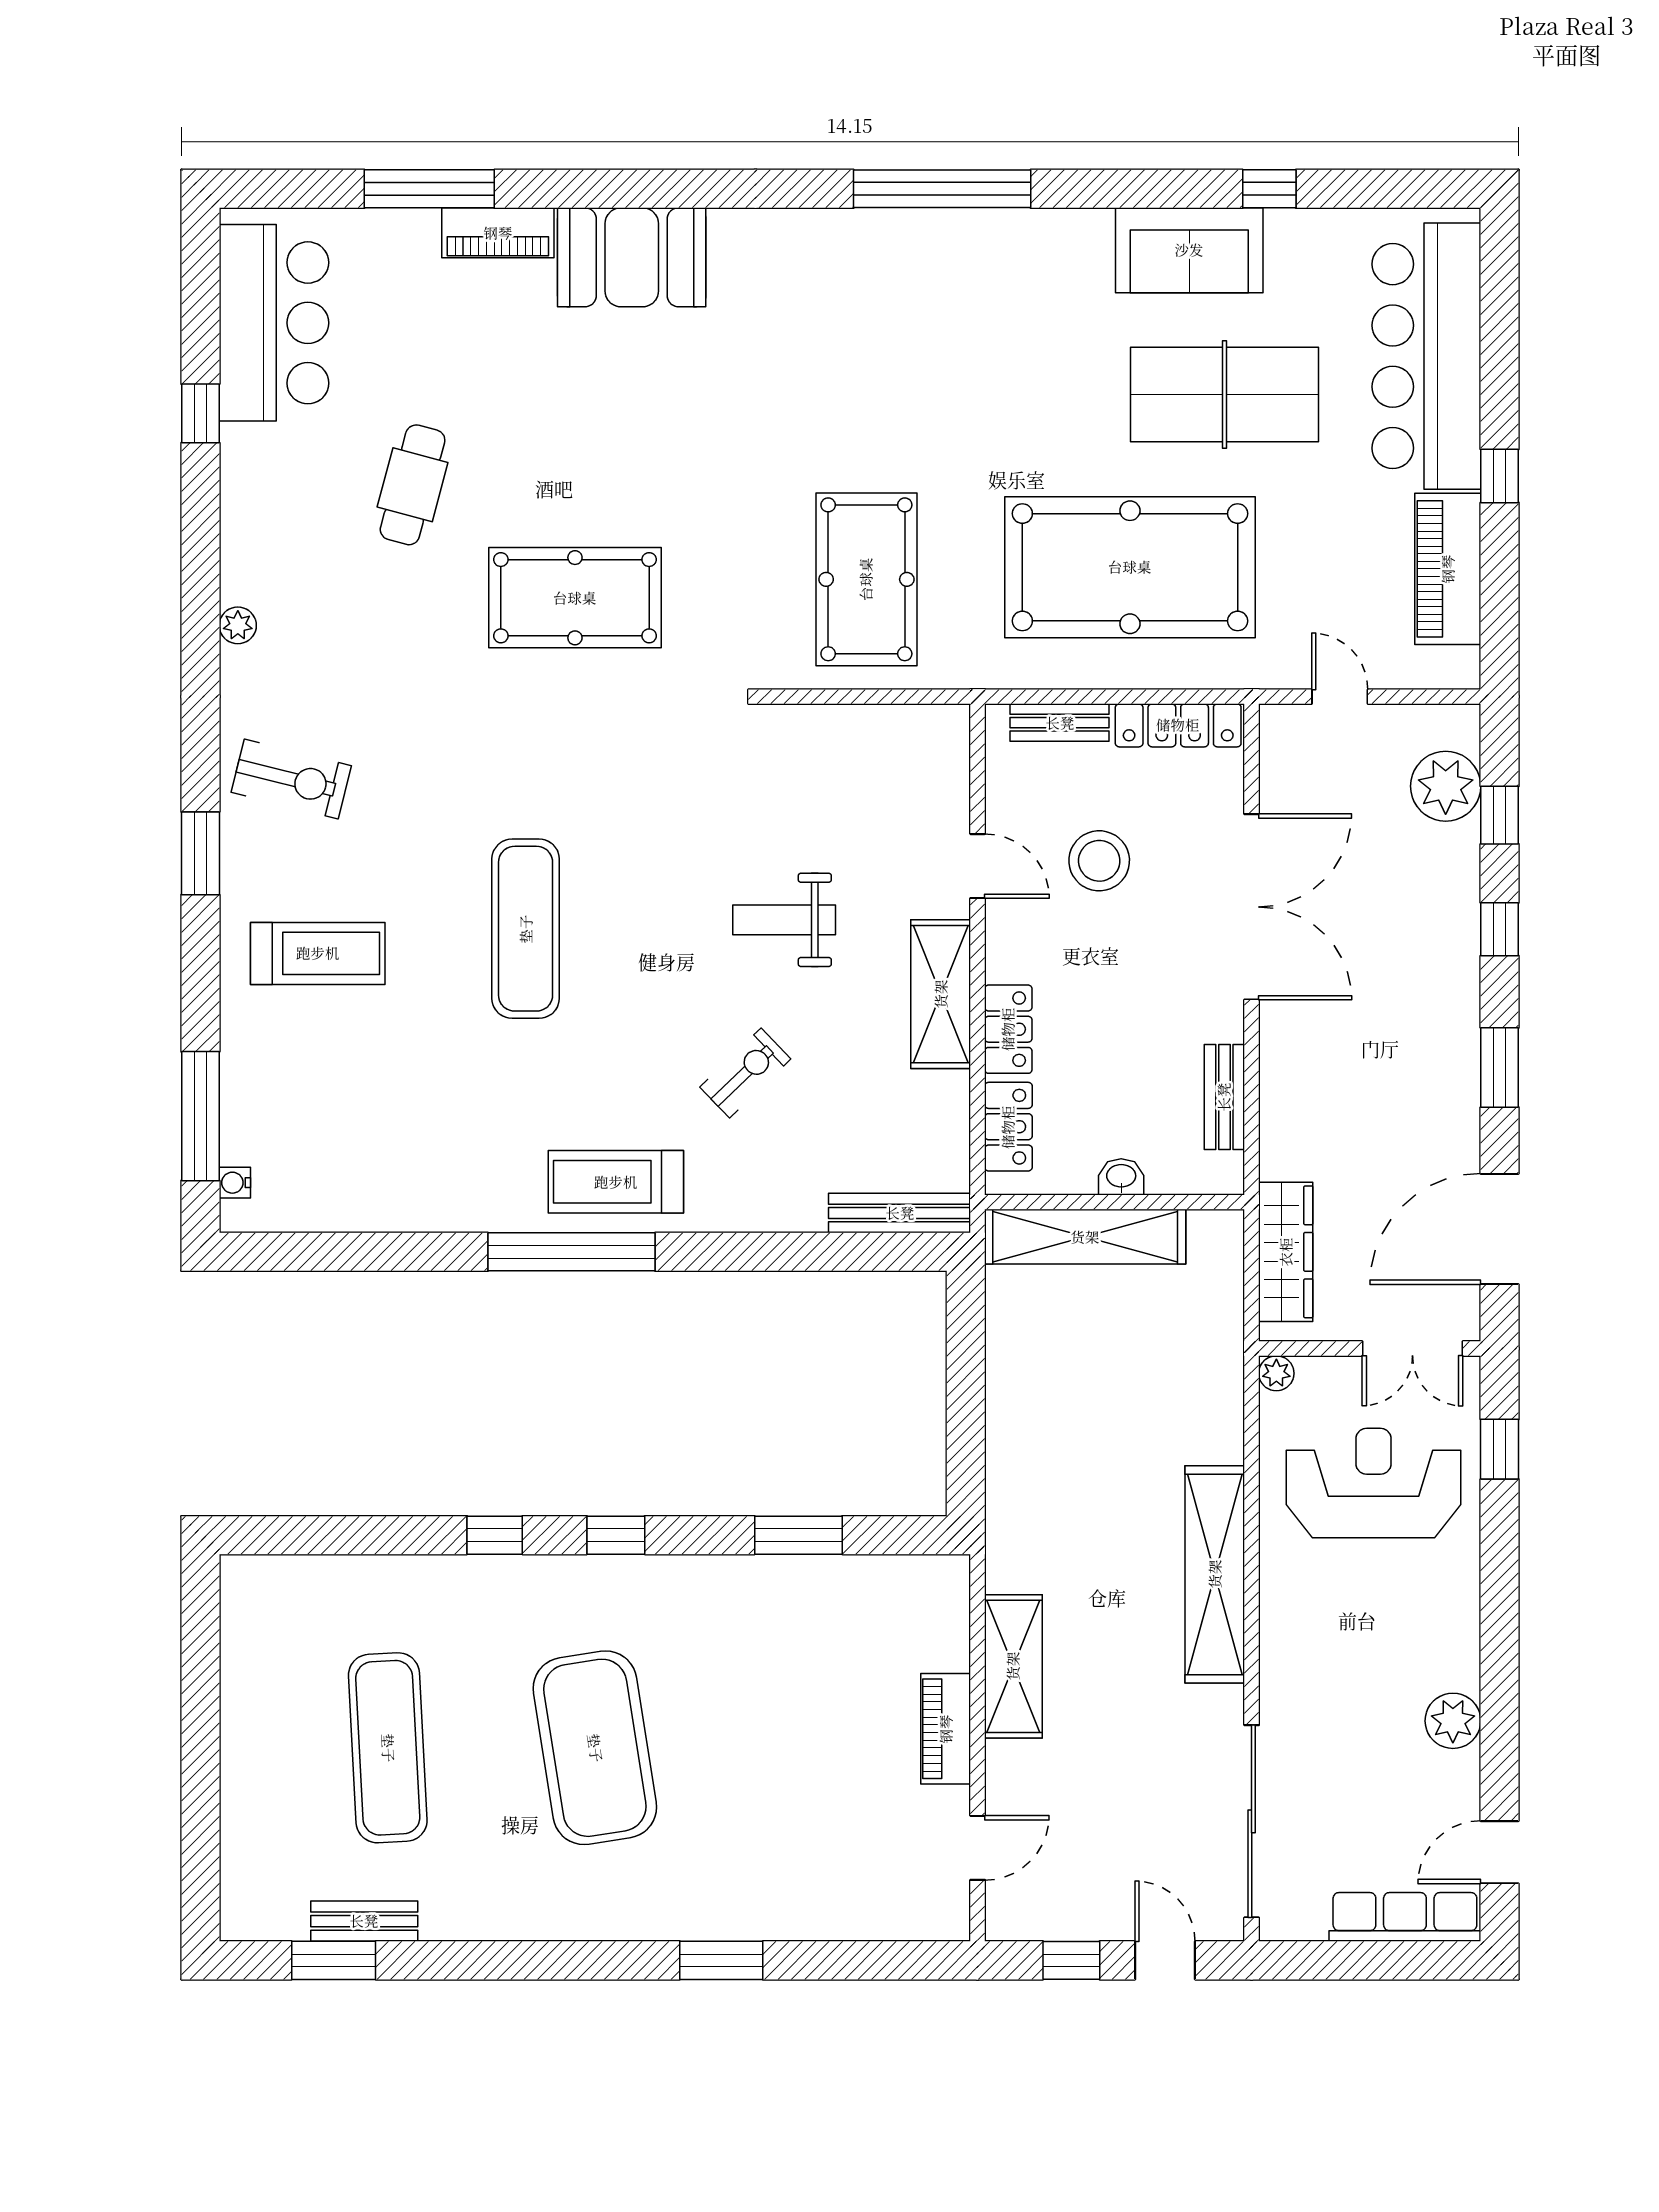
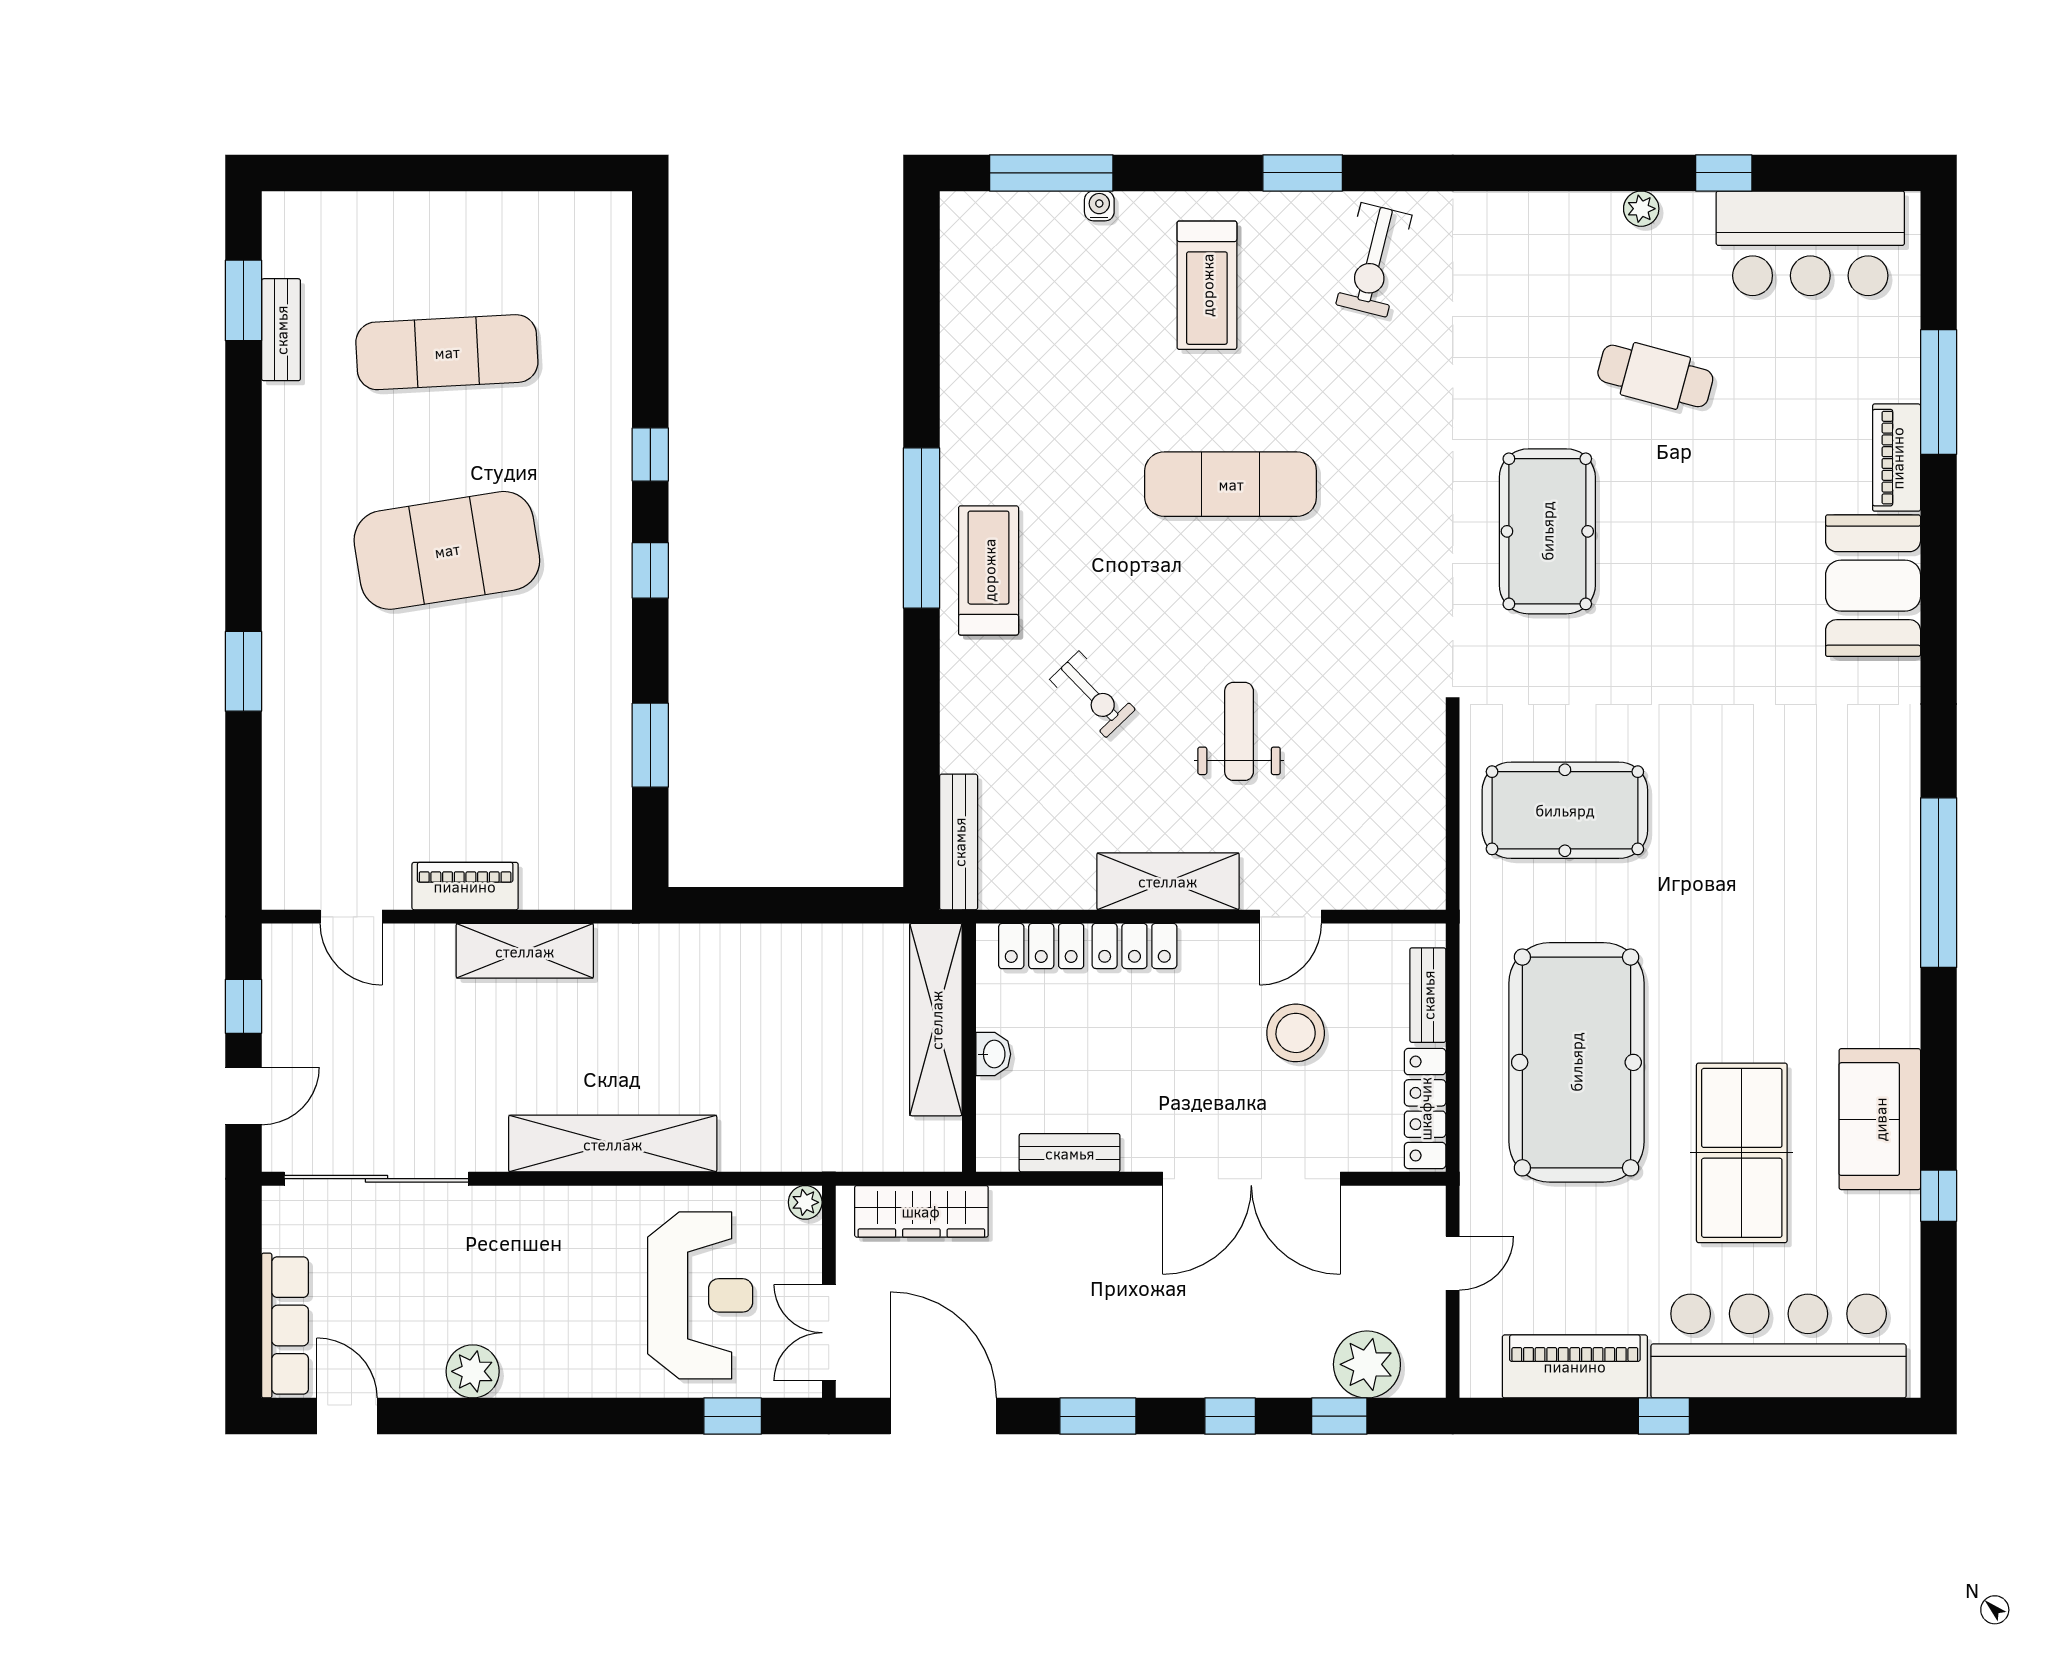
plant: (238, 625) -> (1641, 209), moved
water cooler: (235, 1183) -> (1099, 206), moved

